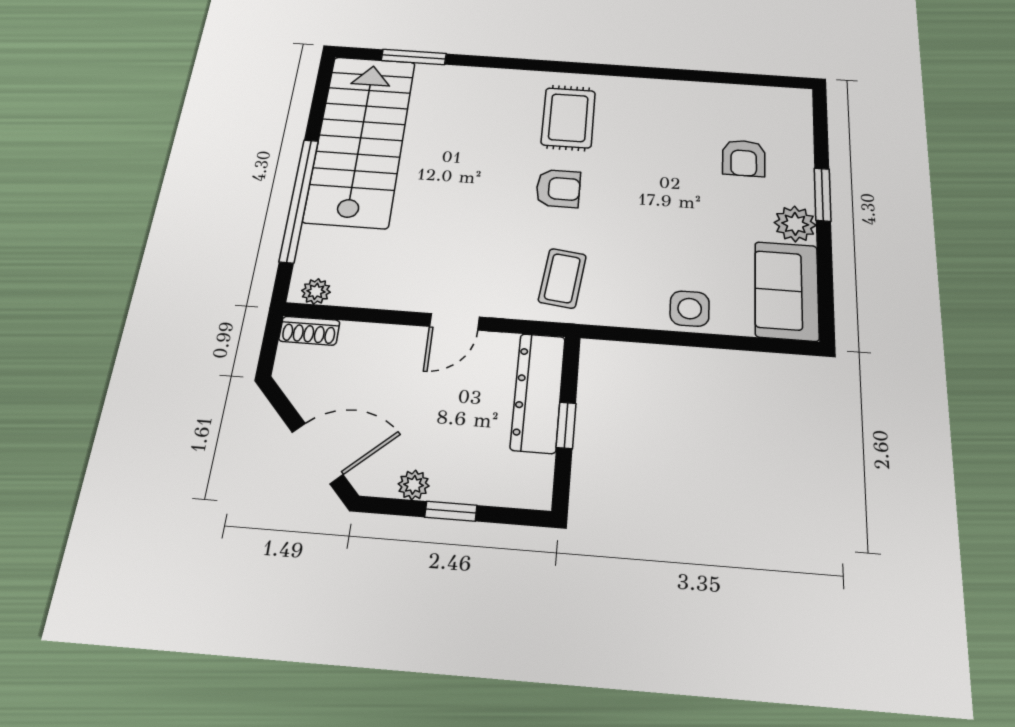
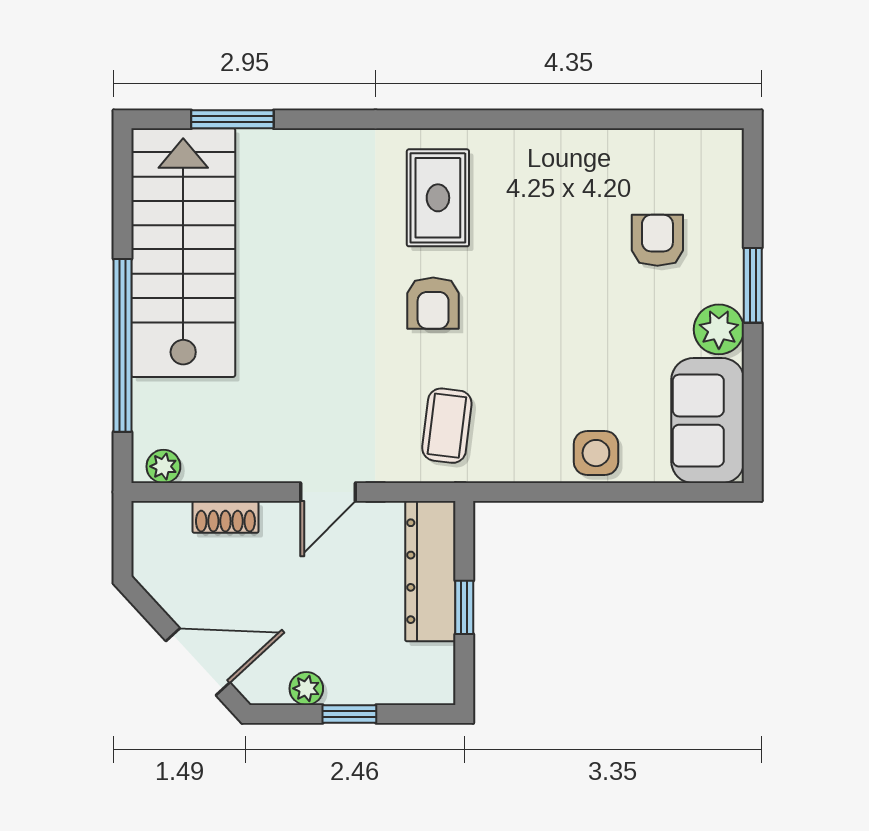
armchair: (744, 158) -> (657, 240), turned 180
armchair: (558, 189) -> (433, 303), turned 90
shoe rack: (309, 331) -> (225, 517), moved

